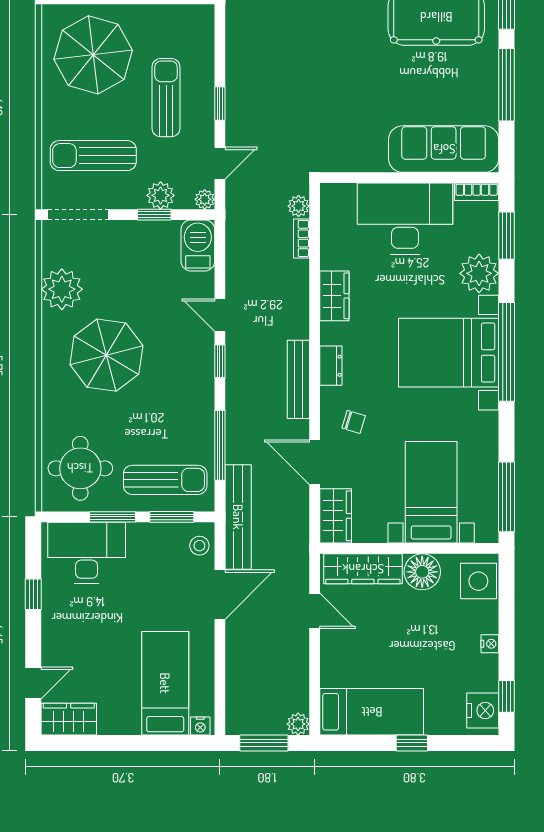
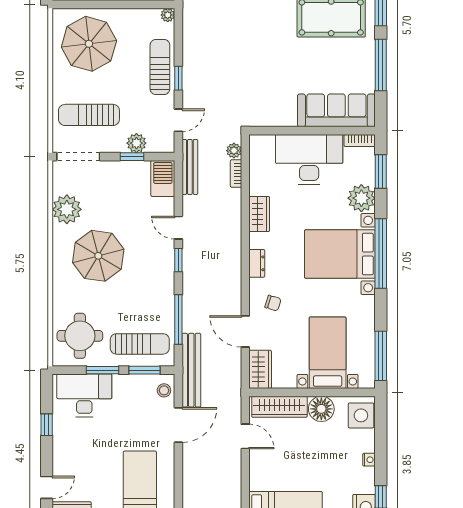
sun lounger: (166, 98) -> (160, 67), moved
plant: (205, 199) -> (168, 15), moved
bench: (298, 379) -> (190, 167), moved

